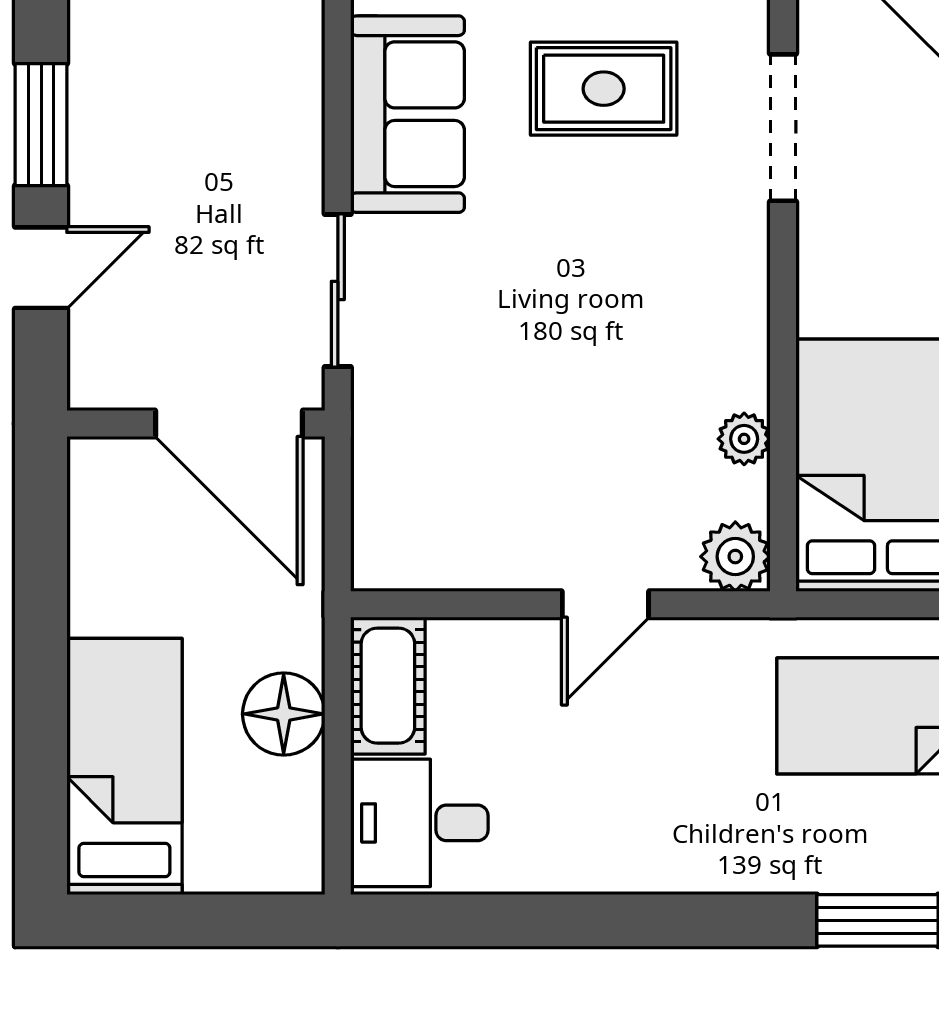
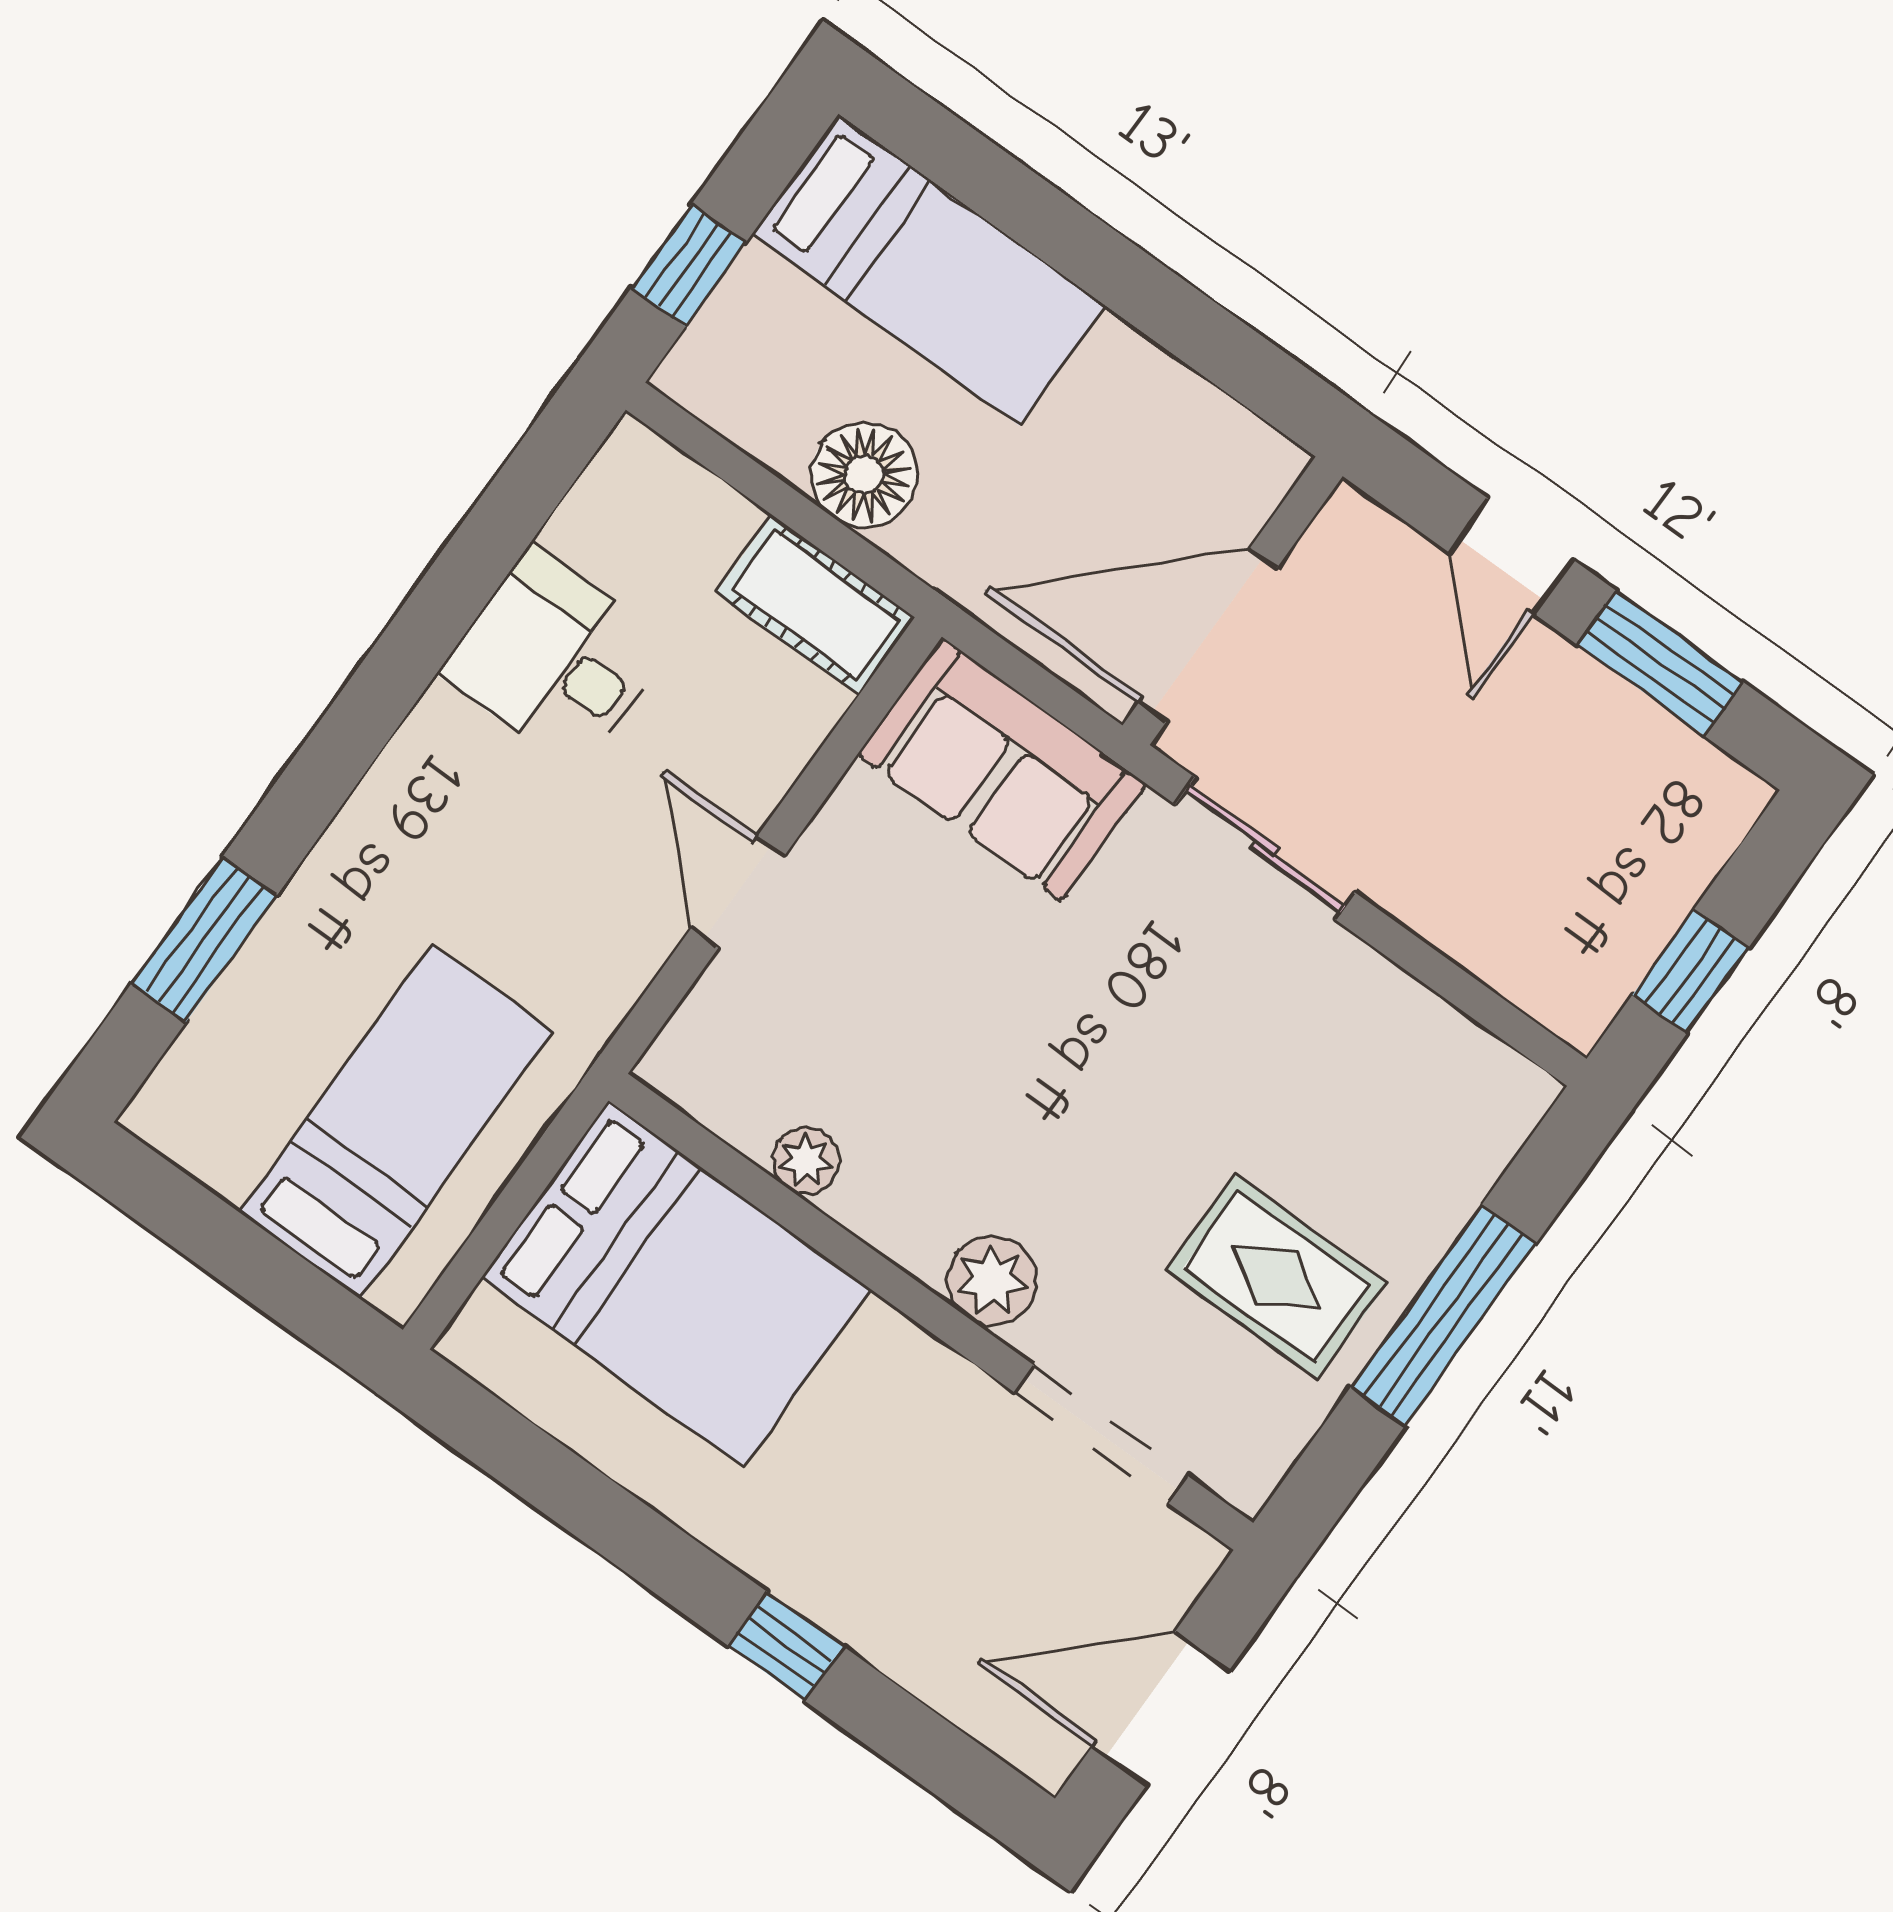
rug: (604, 89) -> (1276, 1277), turned 90
sofa: (408, 114) -> (1002, 769), moved
plant: (735, 557) -> (992, 1281), moved
desk: (419, 823) -> (555, 659), moved, turned -90
window: (231, 920) -> (688, 265), added

